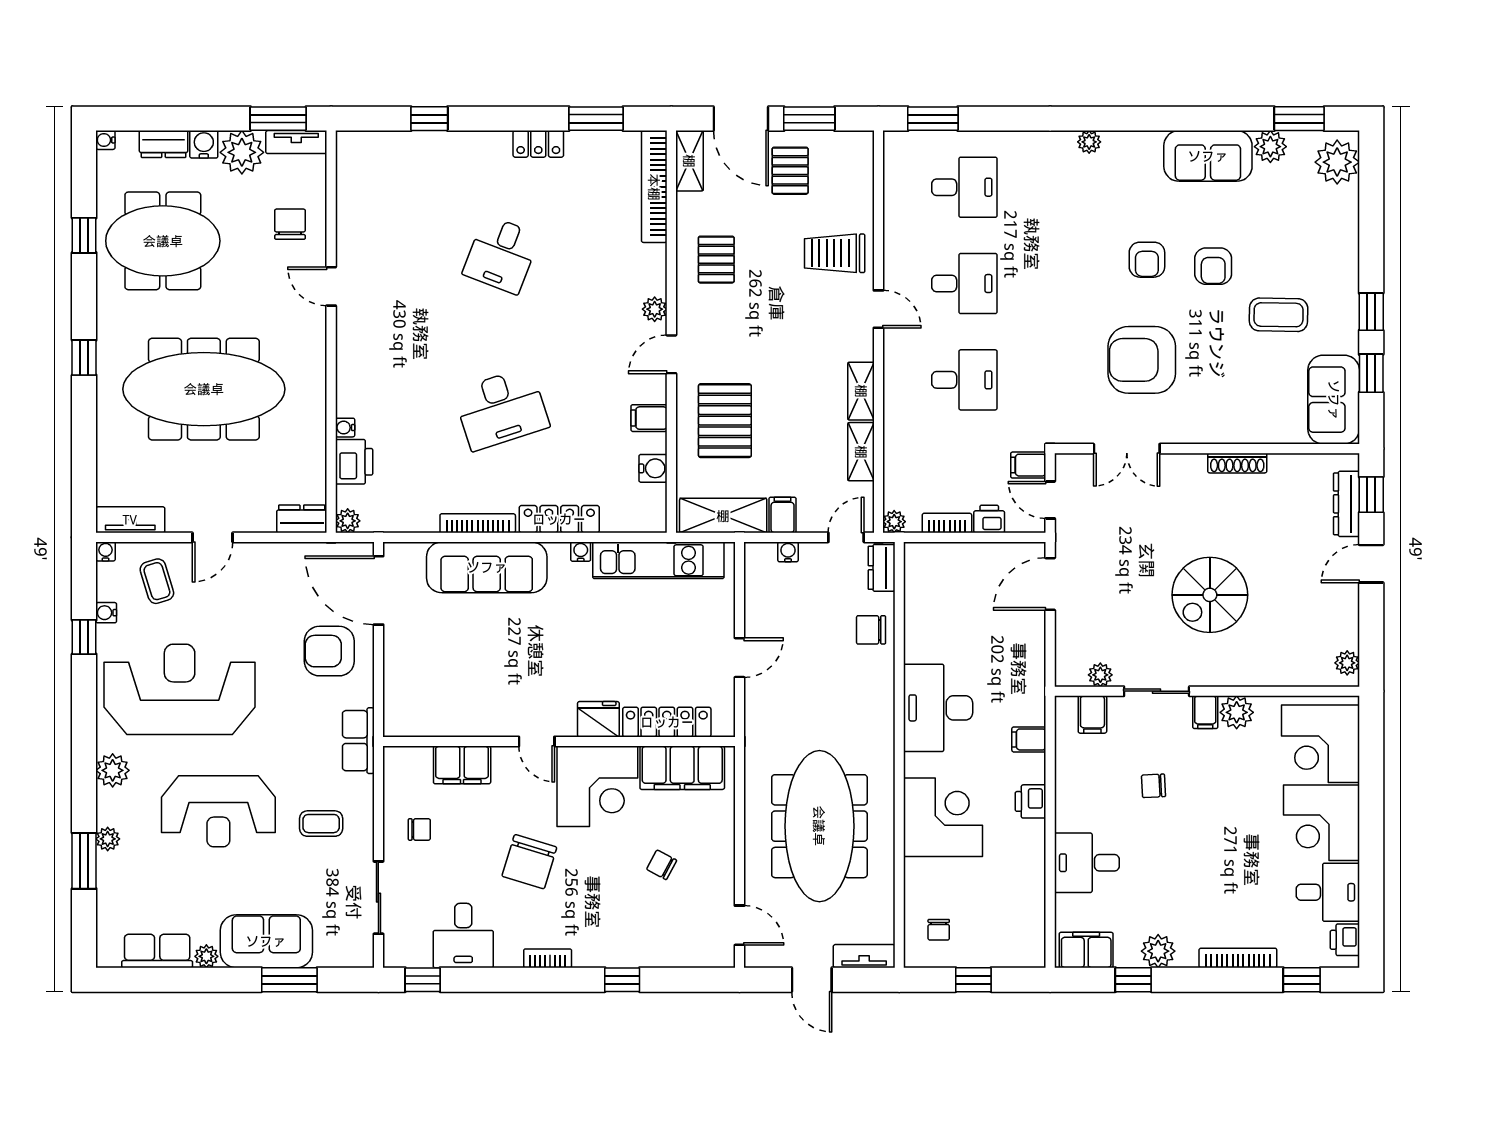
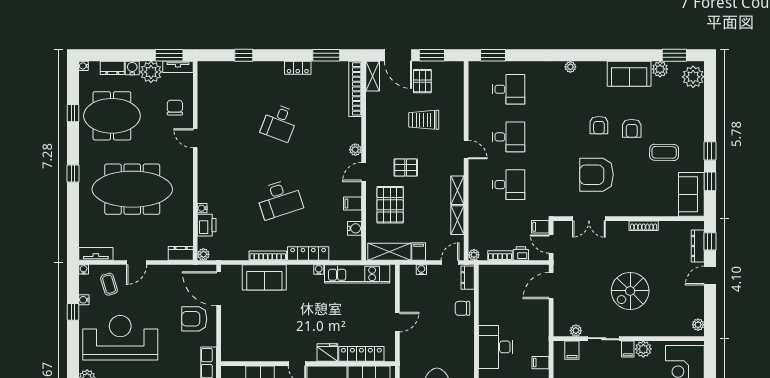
trolley: (835, 253) -> (424, 120), moved
pallet: (716, 260) -> (406, 168), moved, turned 90
sofa: (487, 567) -> (264, 277), width x0.73

